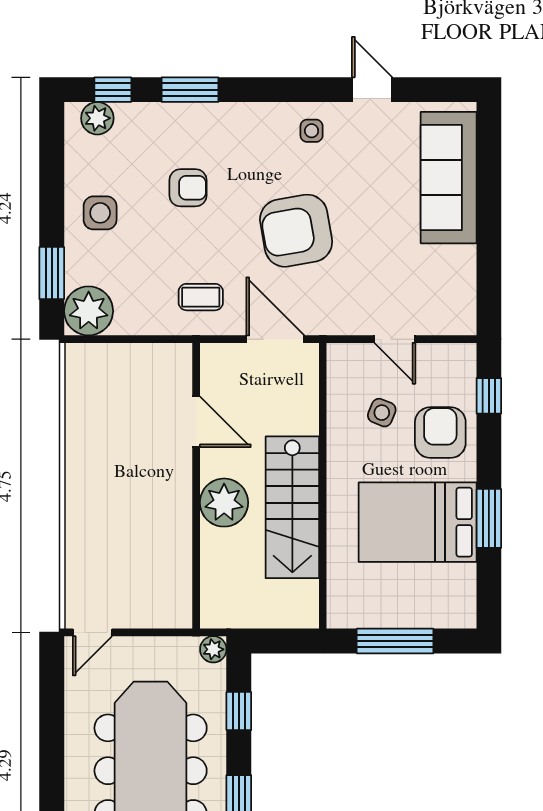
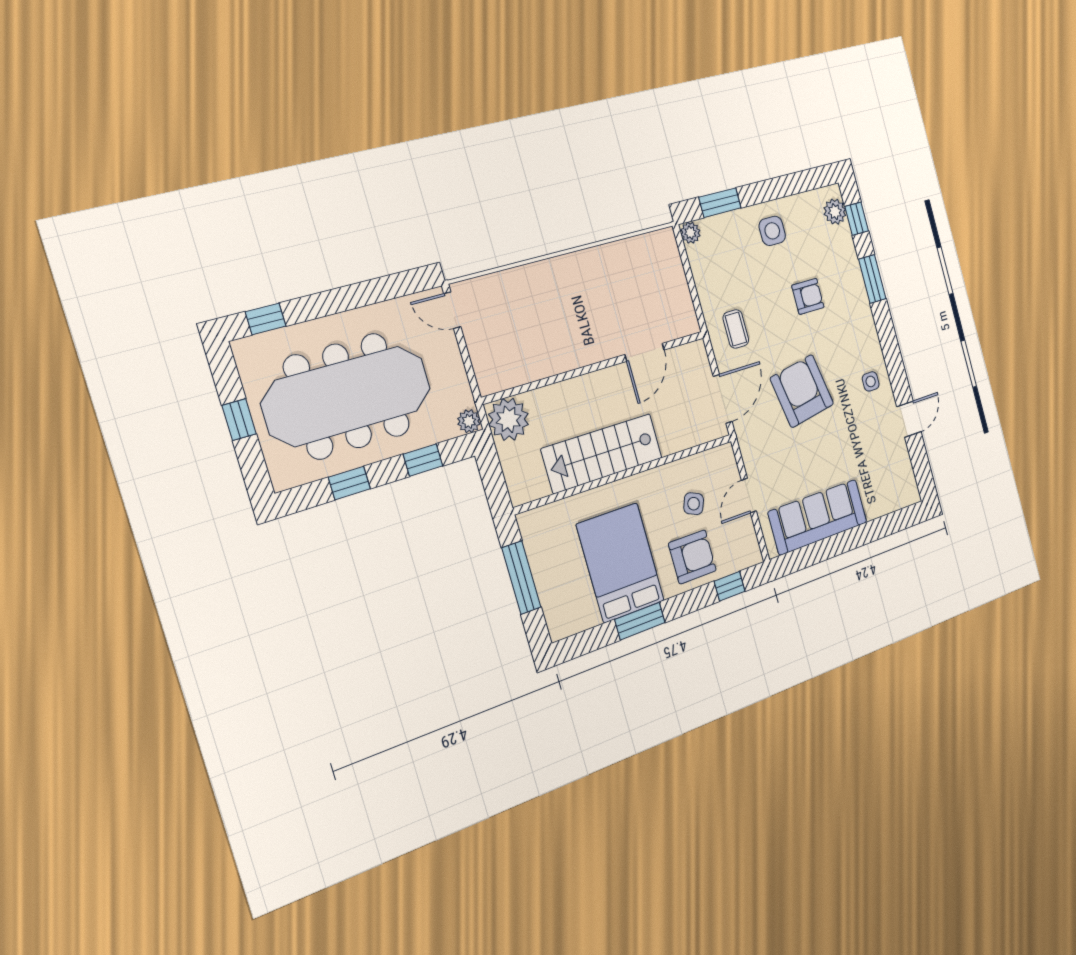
sofa: (449, 178) -> (818, 517), moved
armchair: (188, 188) -> (808, 296), turned -90
plant: (89, 311) -> (690, 233), width x0.53, depth x0.53
plant: (224, 503) -> (509, 419), moved

